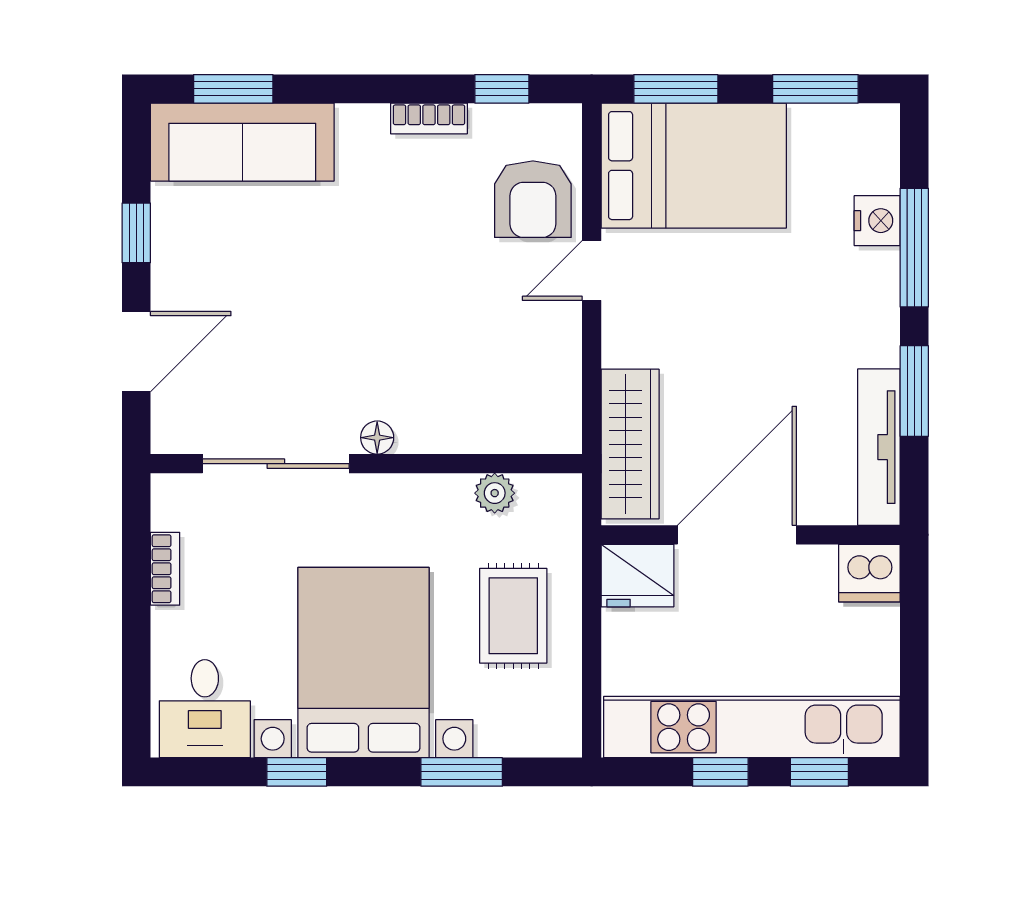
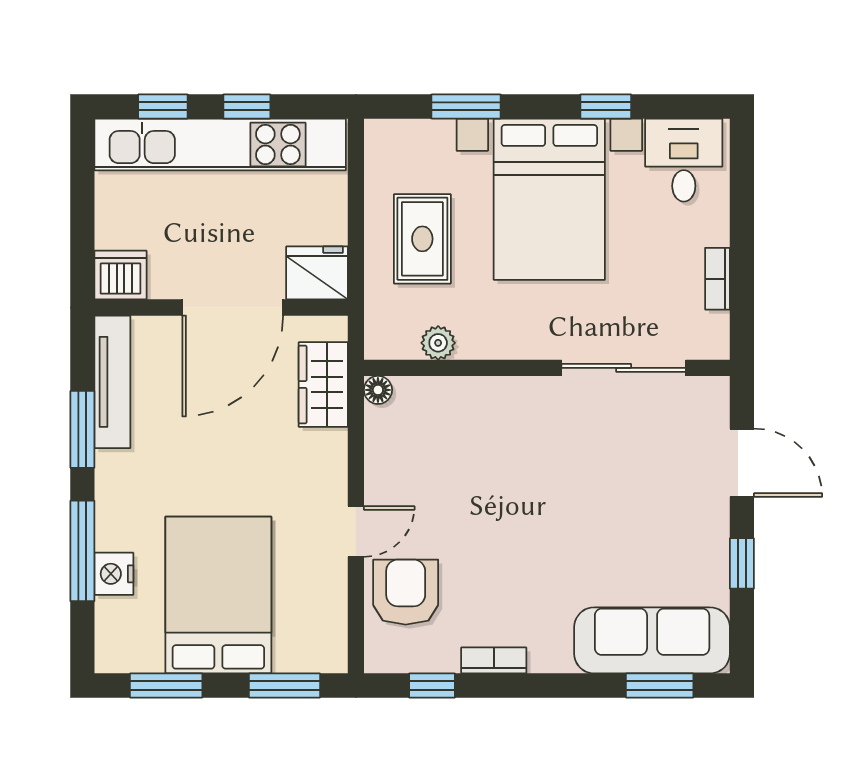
bed: (694, 166) -> (218, 595), moved, turned 90
door: (136, 352) -> (742, 463), swing flipped
floor lamp: (377, 438) -> (378, 390), moved
wardrobe: (630, 444) -> (323, 384), width x0.67

